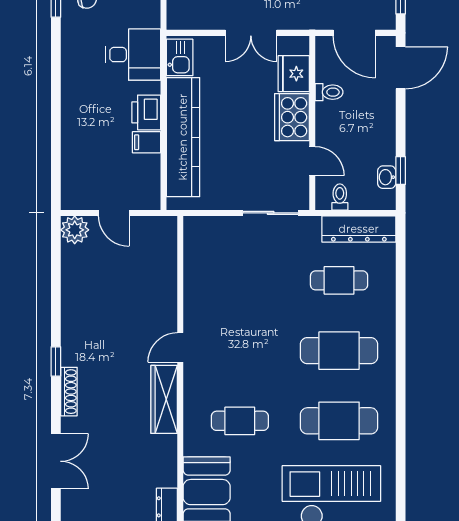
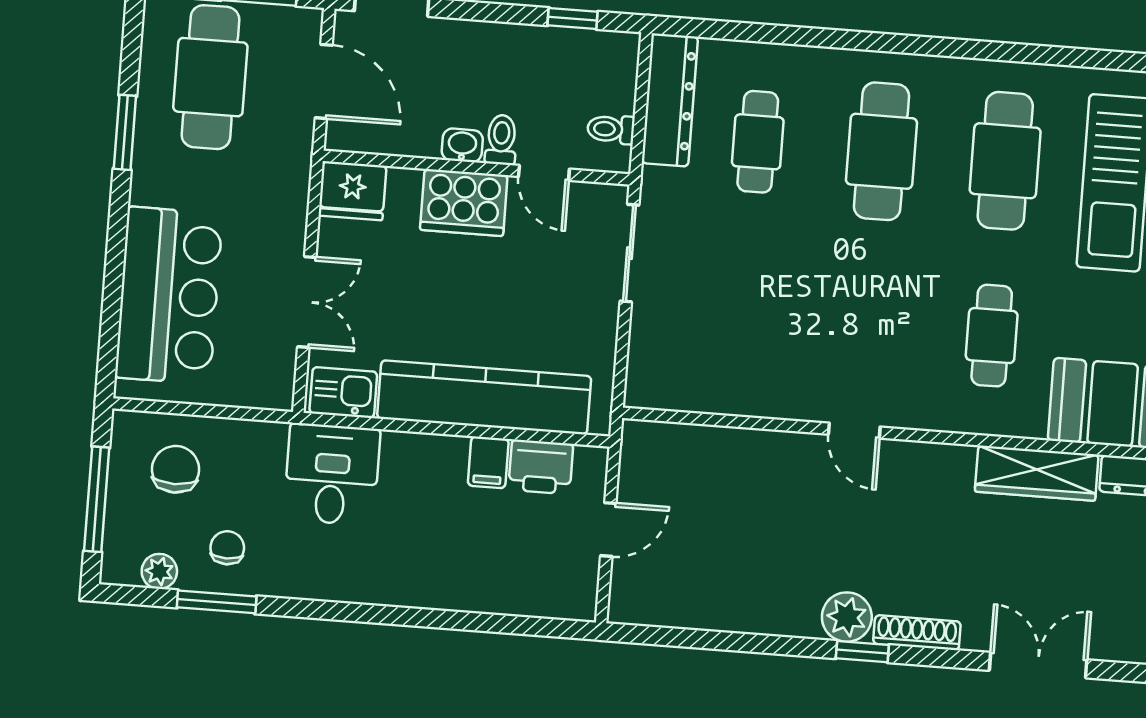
double door: (251, 33) -> (307, 302), moved
door: (354, 33) -> (324, 81), hinge flipped
fridge: (294, 74) -> (352, 191), moved
toilet: (329, 92) -> (501, 140), moved
printer: (146, 112) -> (541, 467), moved
door: (312, 161) -> (544, 173), swing flipped
washbasin: (387, 177) -> (462, 145), moved, turned 180
plant: (75, 230) -> (847, 617), moved
wardrobe: (164, 399) -> (1037, 473), moved

